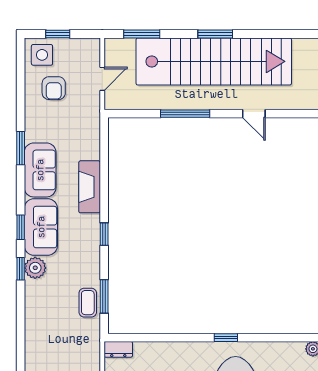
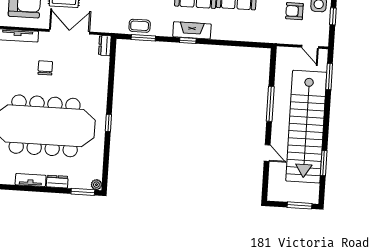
window: (215, 34) -> (324, 163), moved
door: (102, 79) -> (310, 47), moved
door: (254, 114) -> (267, 153), swing flipped
fireplace: (90, 187) -> (192, 30), moved

